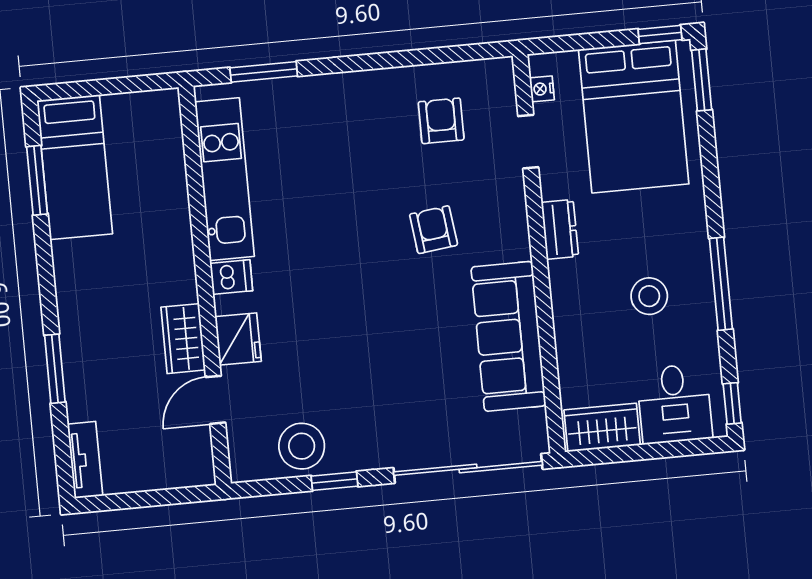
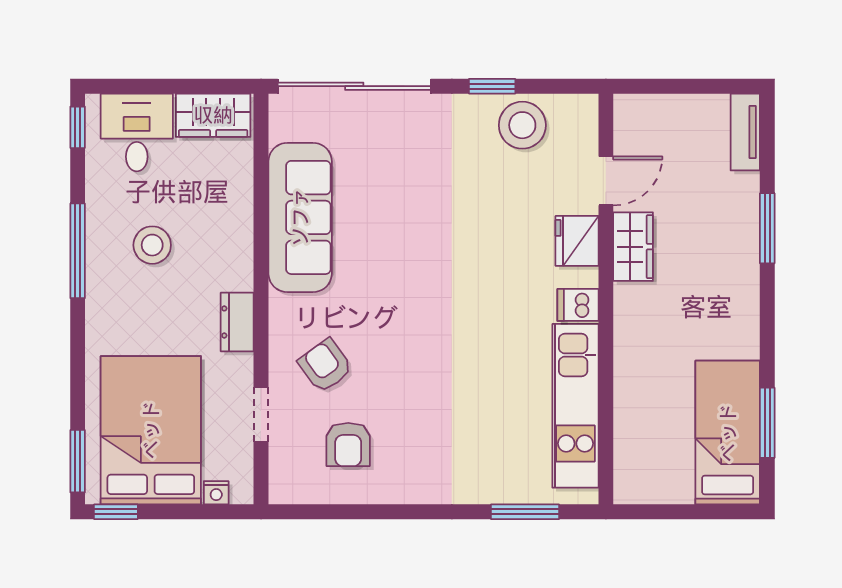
nightstand: (542, 89) -> (216, 493), moved, turned 90
armchair: (434, 230) -> (325, 366), moved, turned 151

